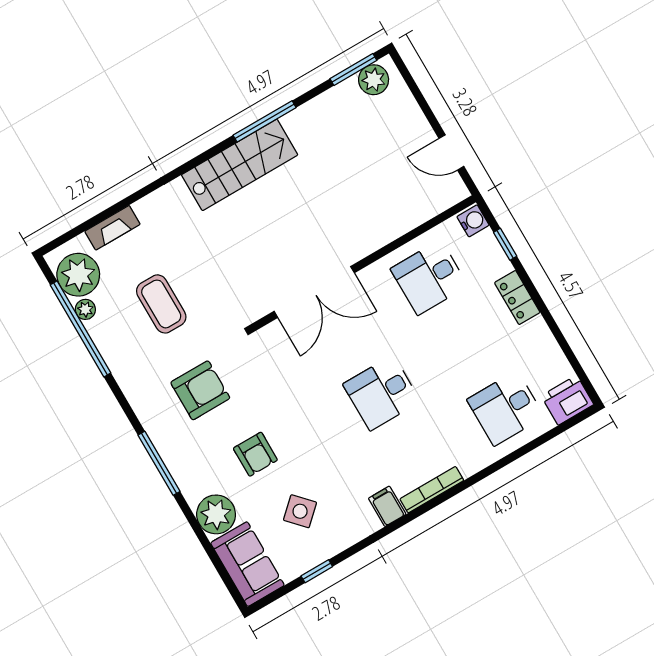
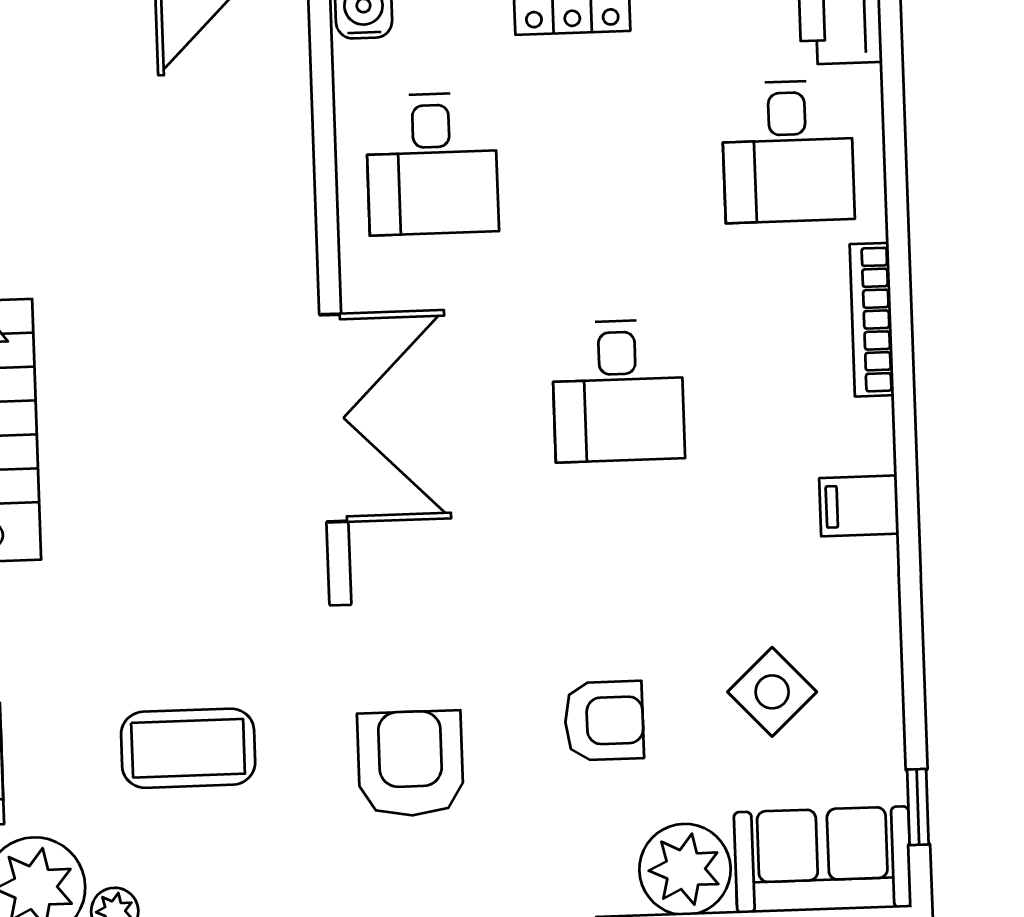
bookcase: (432, 490) -> (872, 320), moved
window: (317, 571) -> (918, 807), moved

